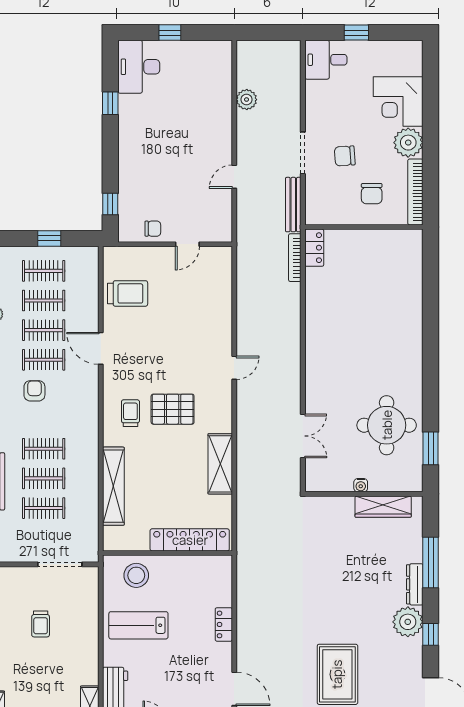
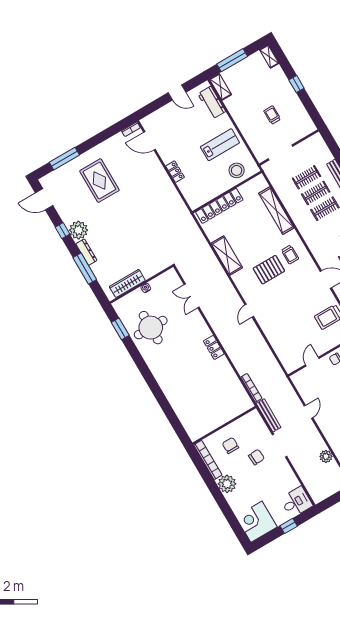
corner desk: (398, 101) -> (256, 522), moved, turned -90
locker: (314, 248) -> (214, 347), moved

